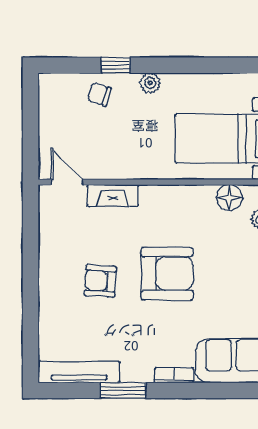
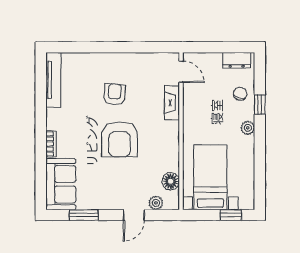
dresser: (50, 100) -> (237, 60), added
door: (67, 182) -> (181, 72), hinge flipped
window: (123, 391) -> (41, 110), removed

